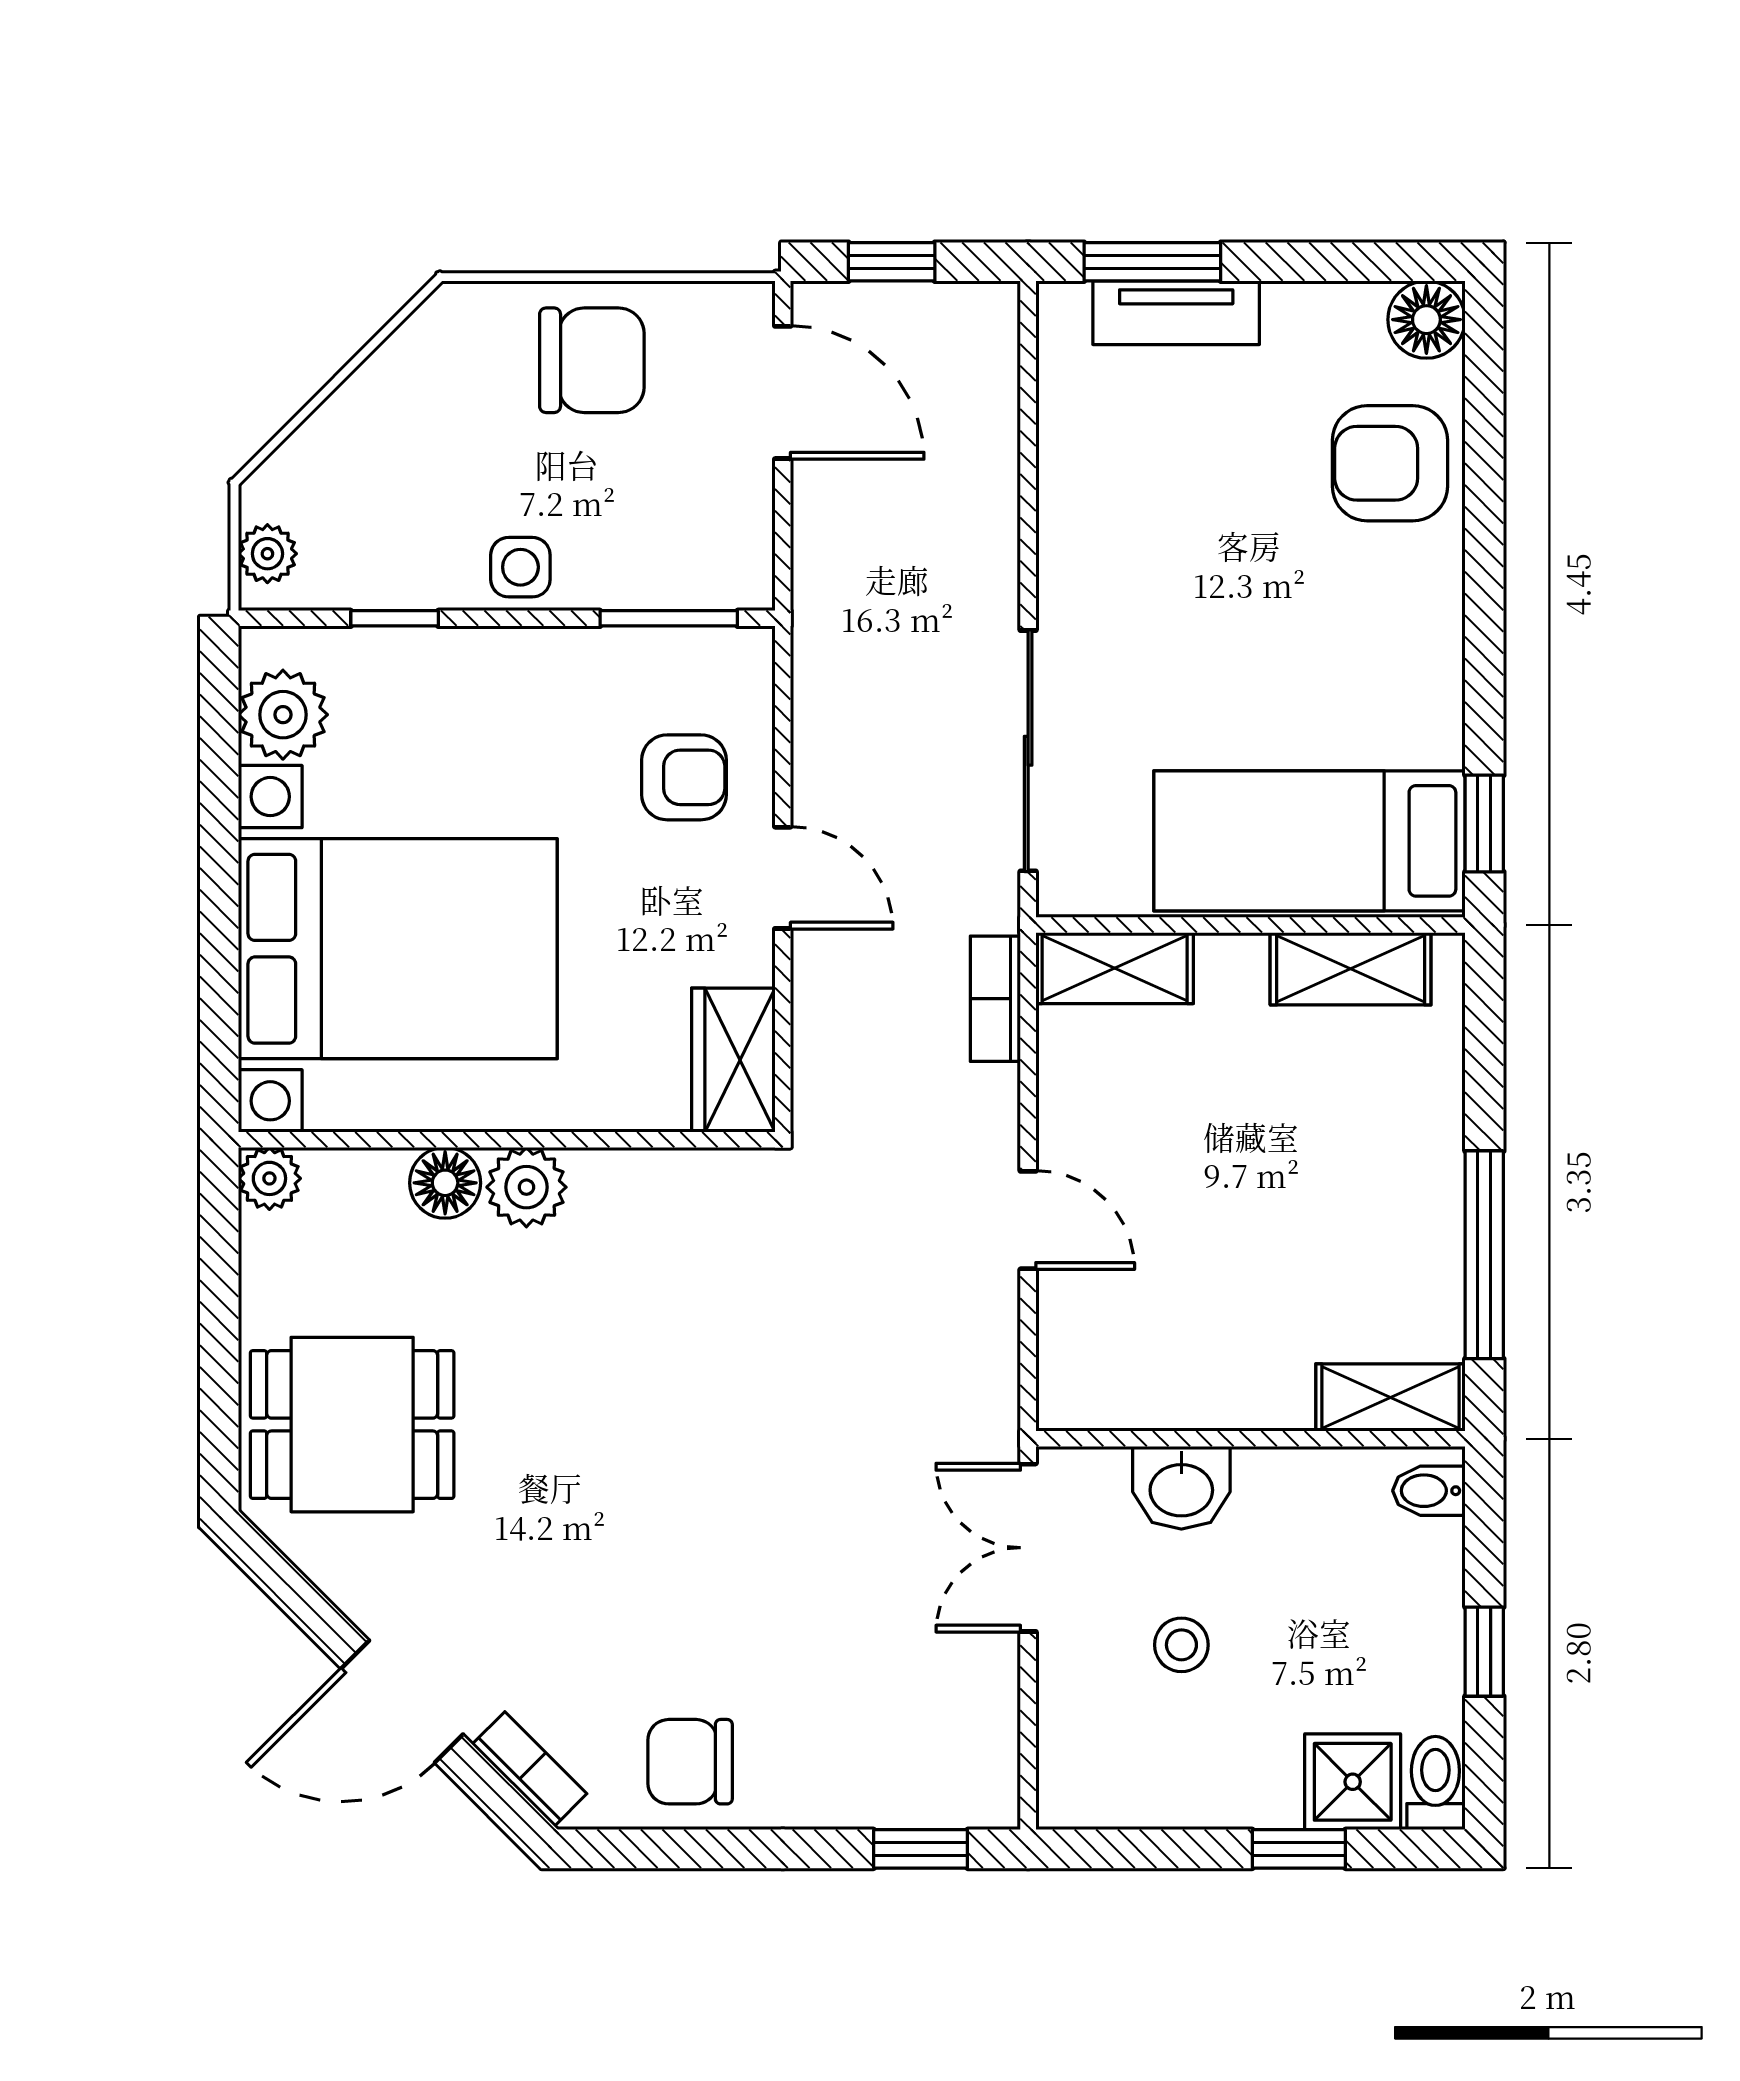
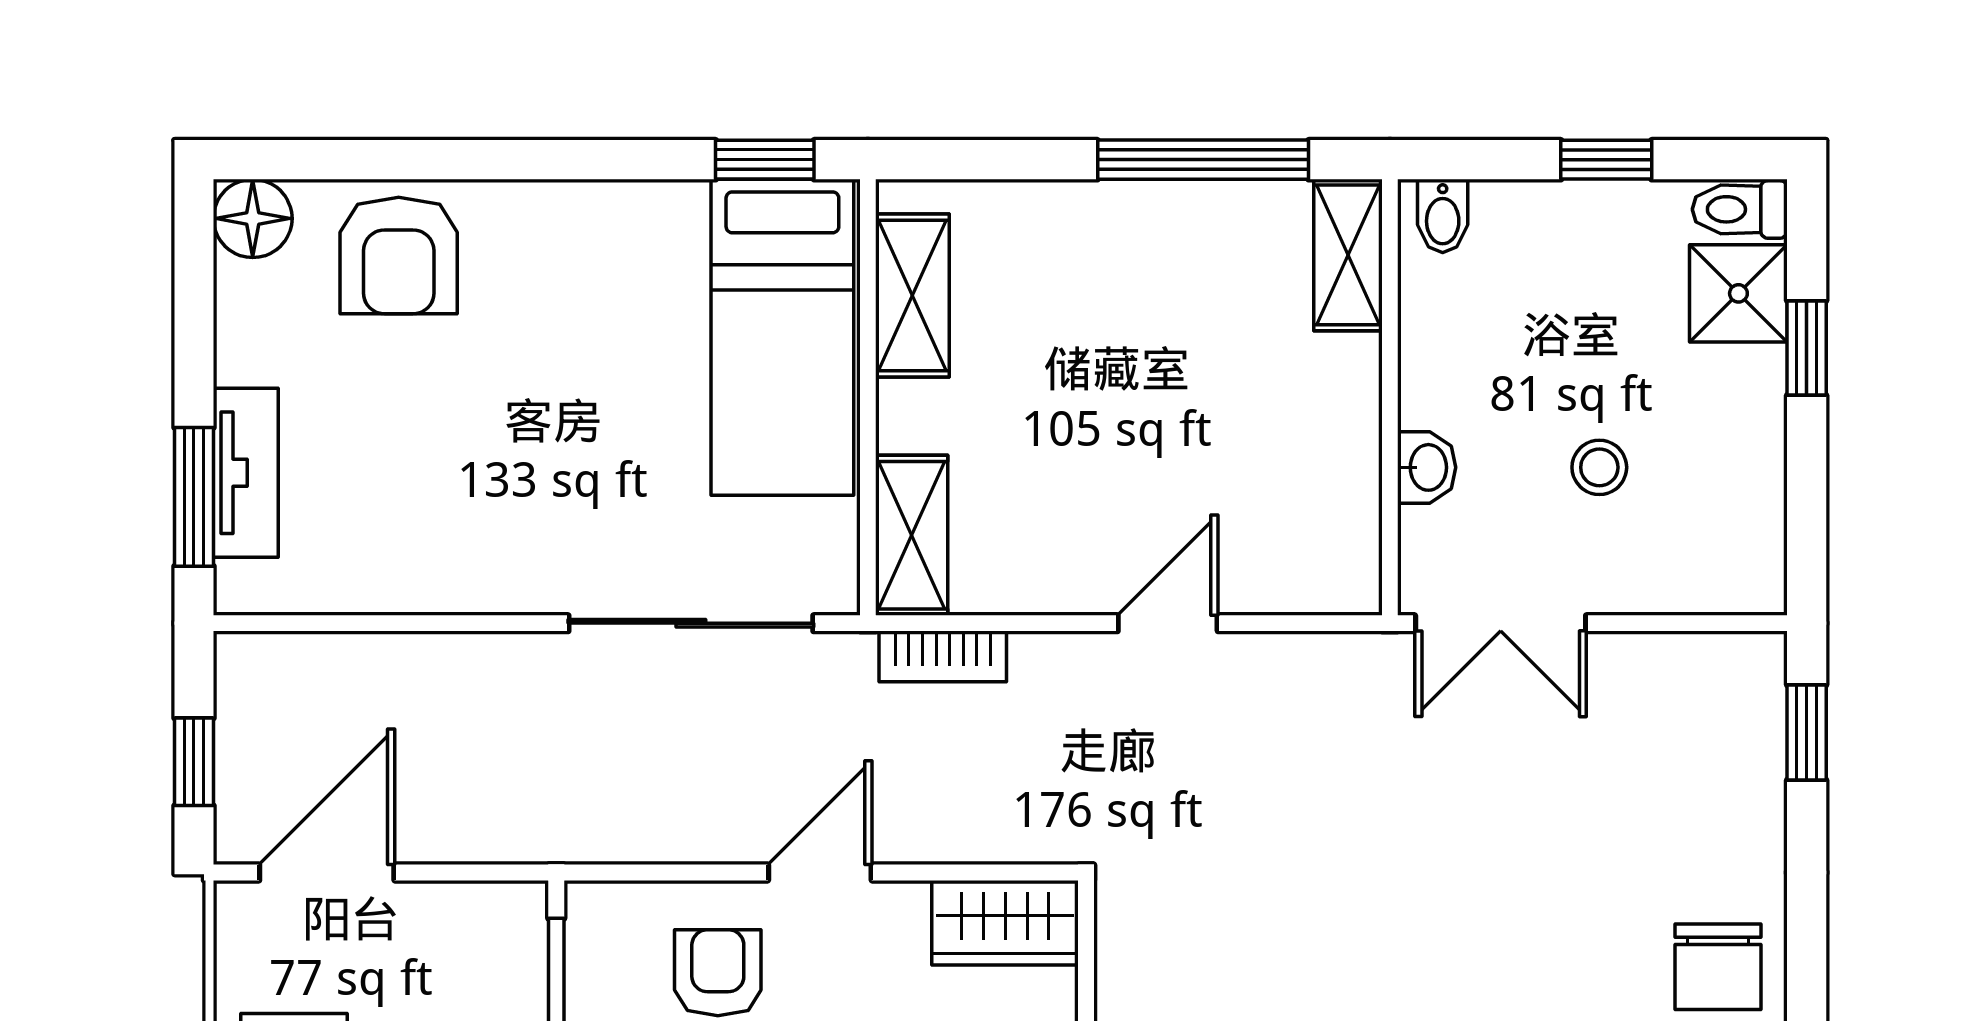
washbasin: (1181, 1488) -> (1427, 467), width x0.72, depth x0.69

